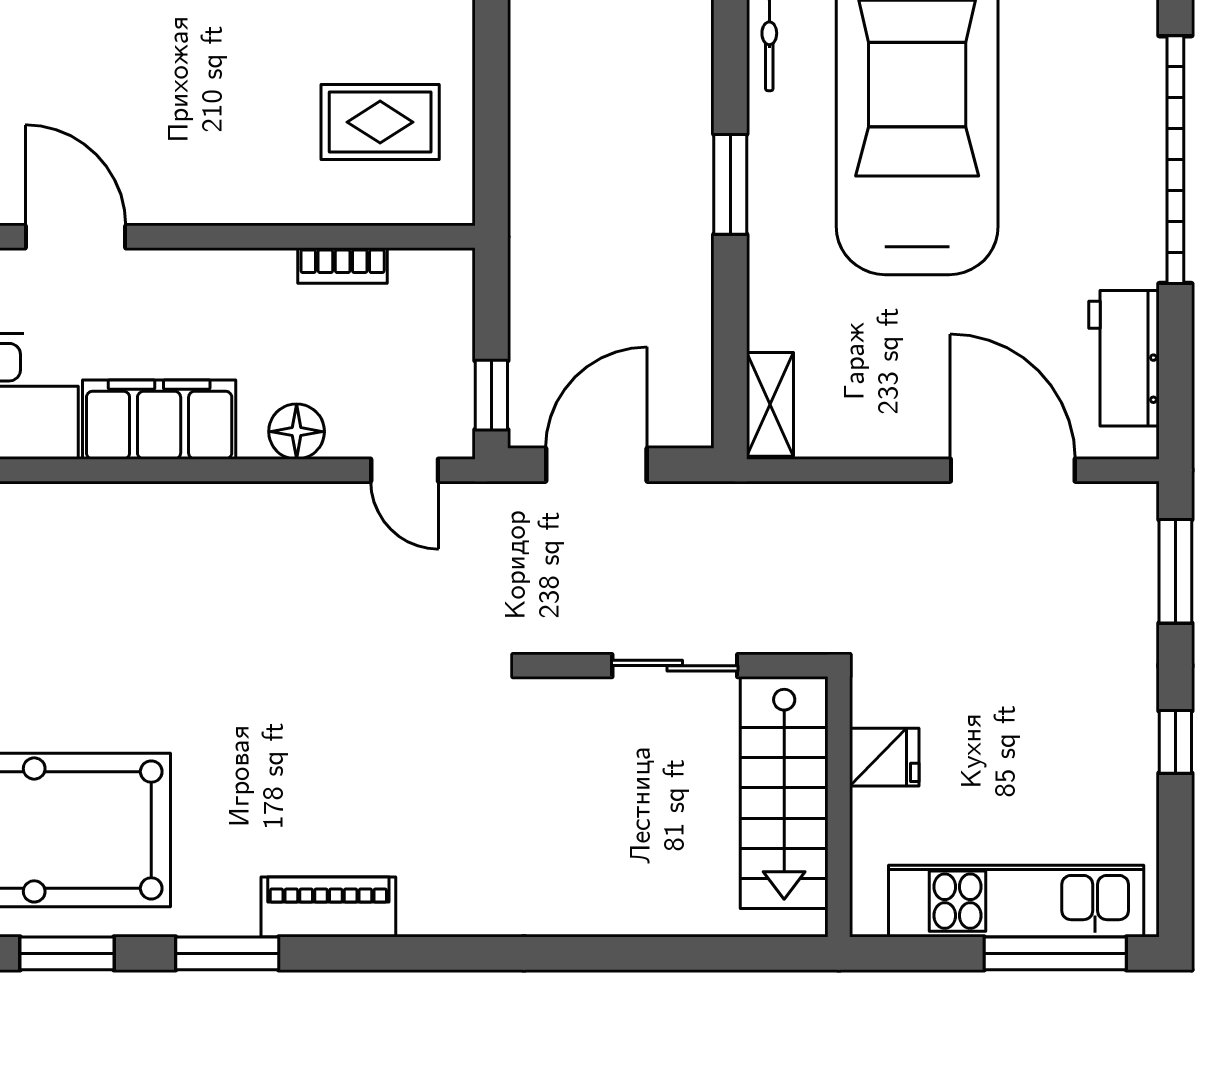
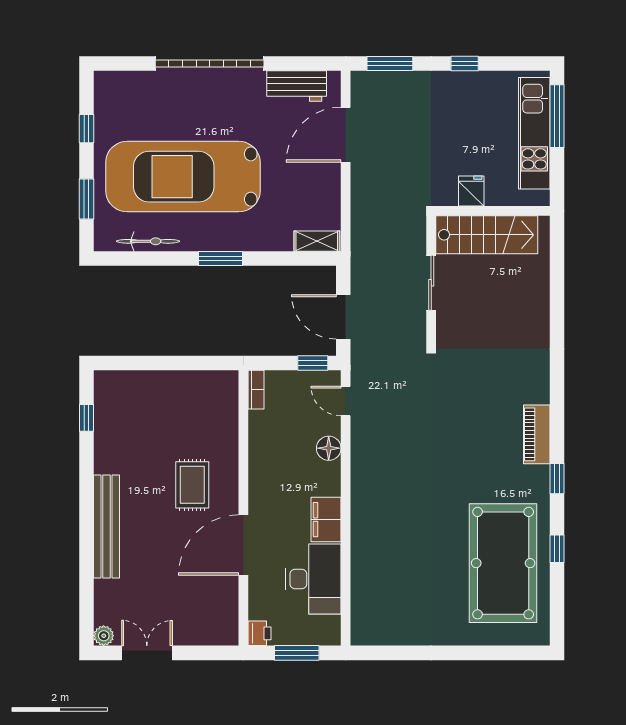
rug: (380, 122) -> (192, 485), moved
door: (75, 237) -> (243, 545), width x1.36
bookcase: (343, 265) -> (256, 390), moved
filing cabinet: (159, 420) -> (326, 520), width x0.67, depth x0.86
door: (405, 470) -> (346, 401), swing flipped
window: (67, 953) -> (557, 549), width x0.67
window: (227, 953) -> (557, 479), width x0.67

